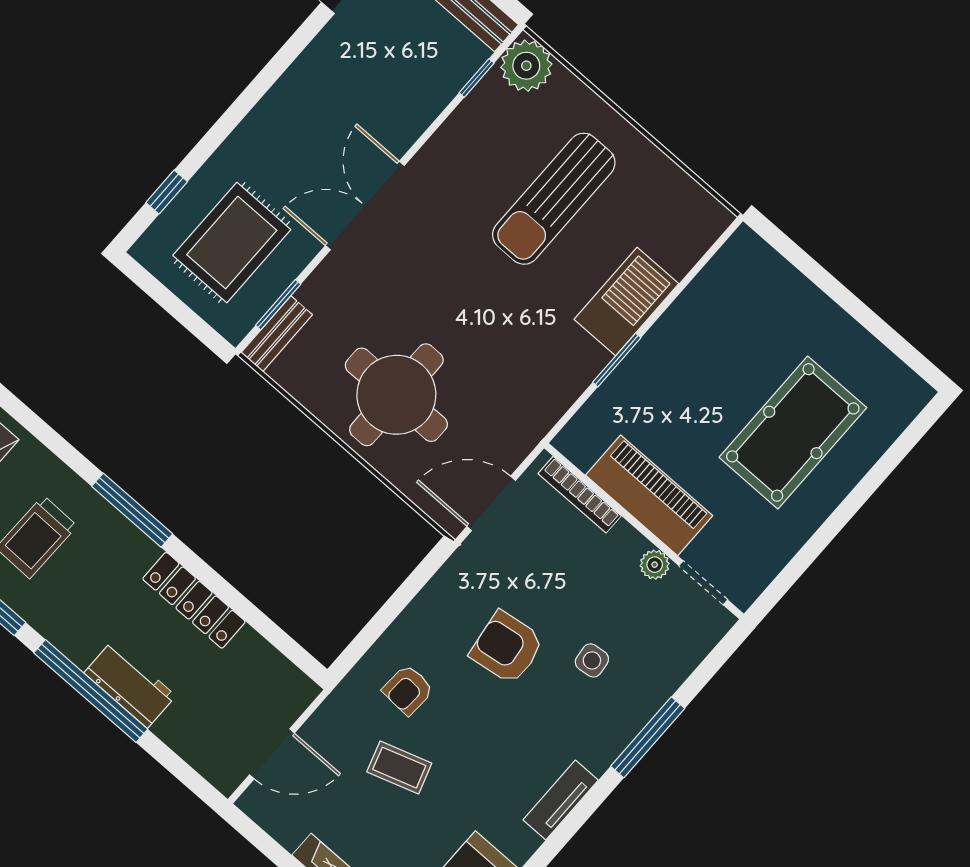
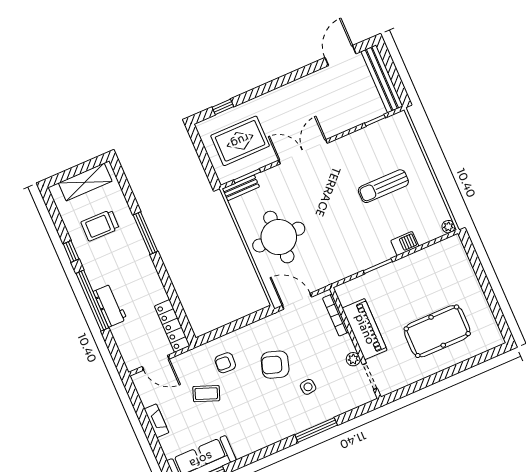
plant: (526, 66) -> (448, 227), moved, width x0.53, depth x0.53
sun lounger: (554, 199) -> (383, 186), width x0.73, depth x0.75
barbecue: (626, 302) -> (405, 243), width x0.53, depth x0.65
locker: (194, 600) -> (172, 326), moved
armchair: (507, 648) -> (275, 365), turned -64
coffee table: (399, 768) -> (206, 394), turned -51
tv unit: (561, 800) -> (267, 439), removed

